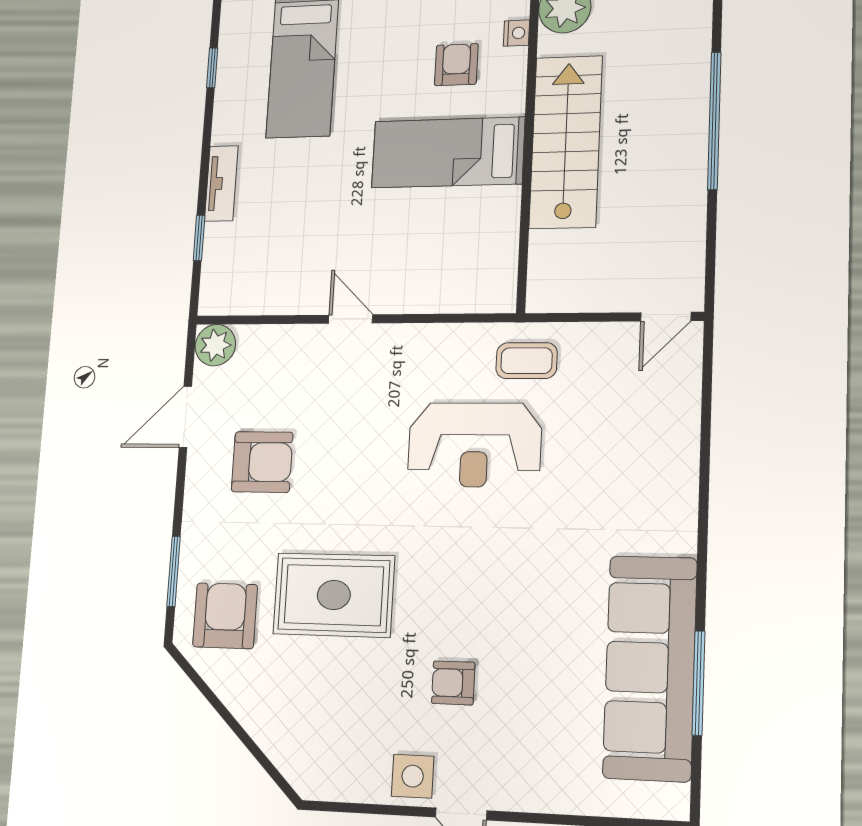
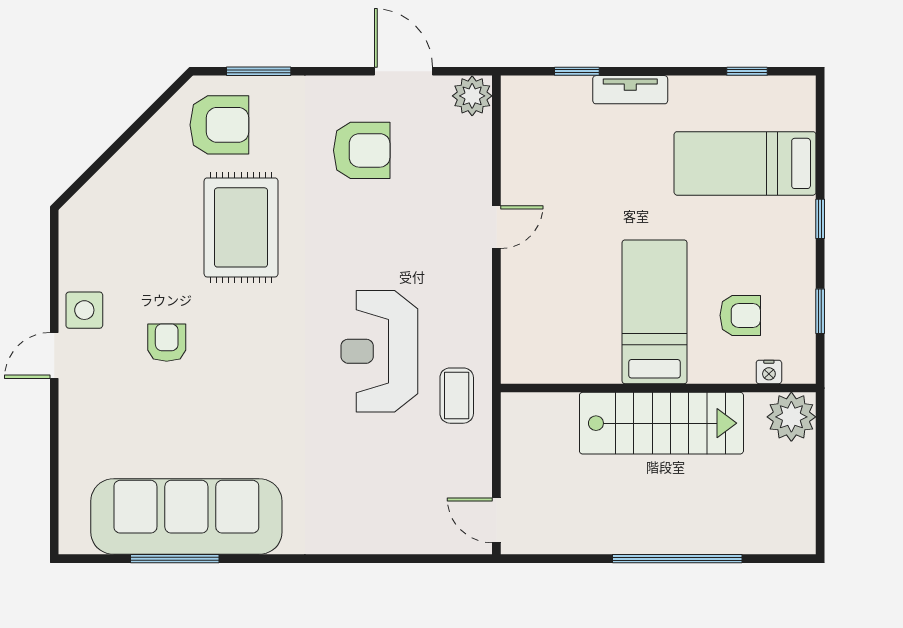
armchair: (262, 462) -> (362, 150), turned -90

